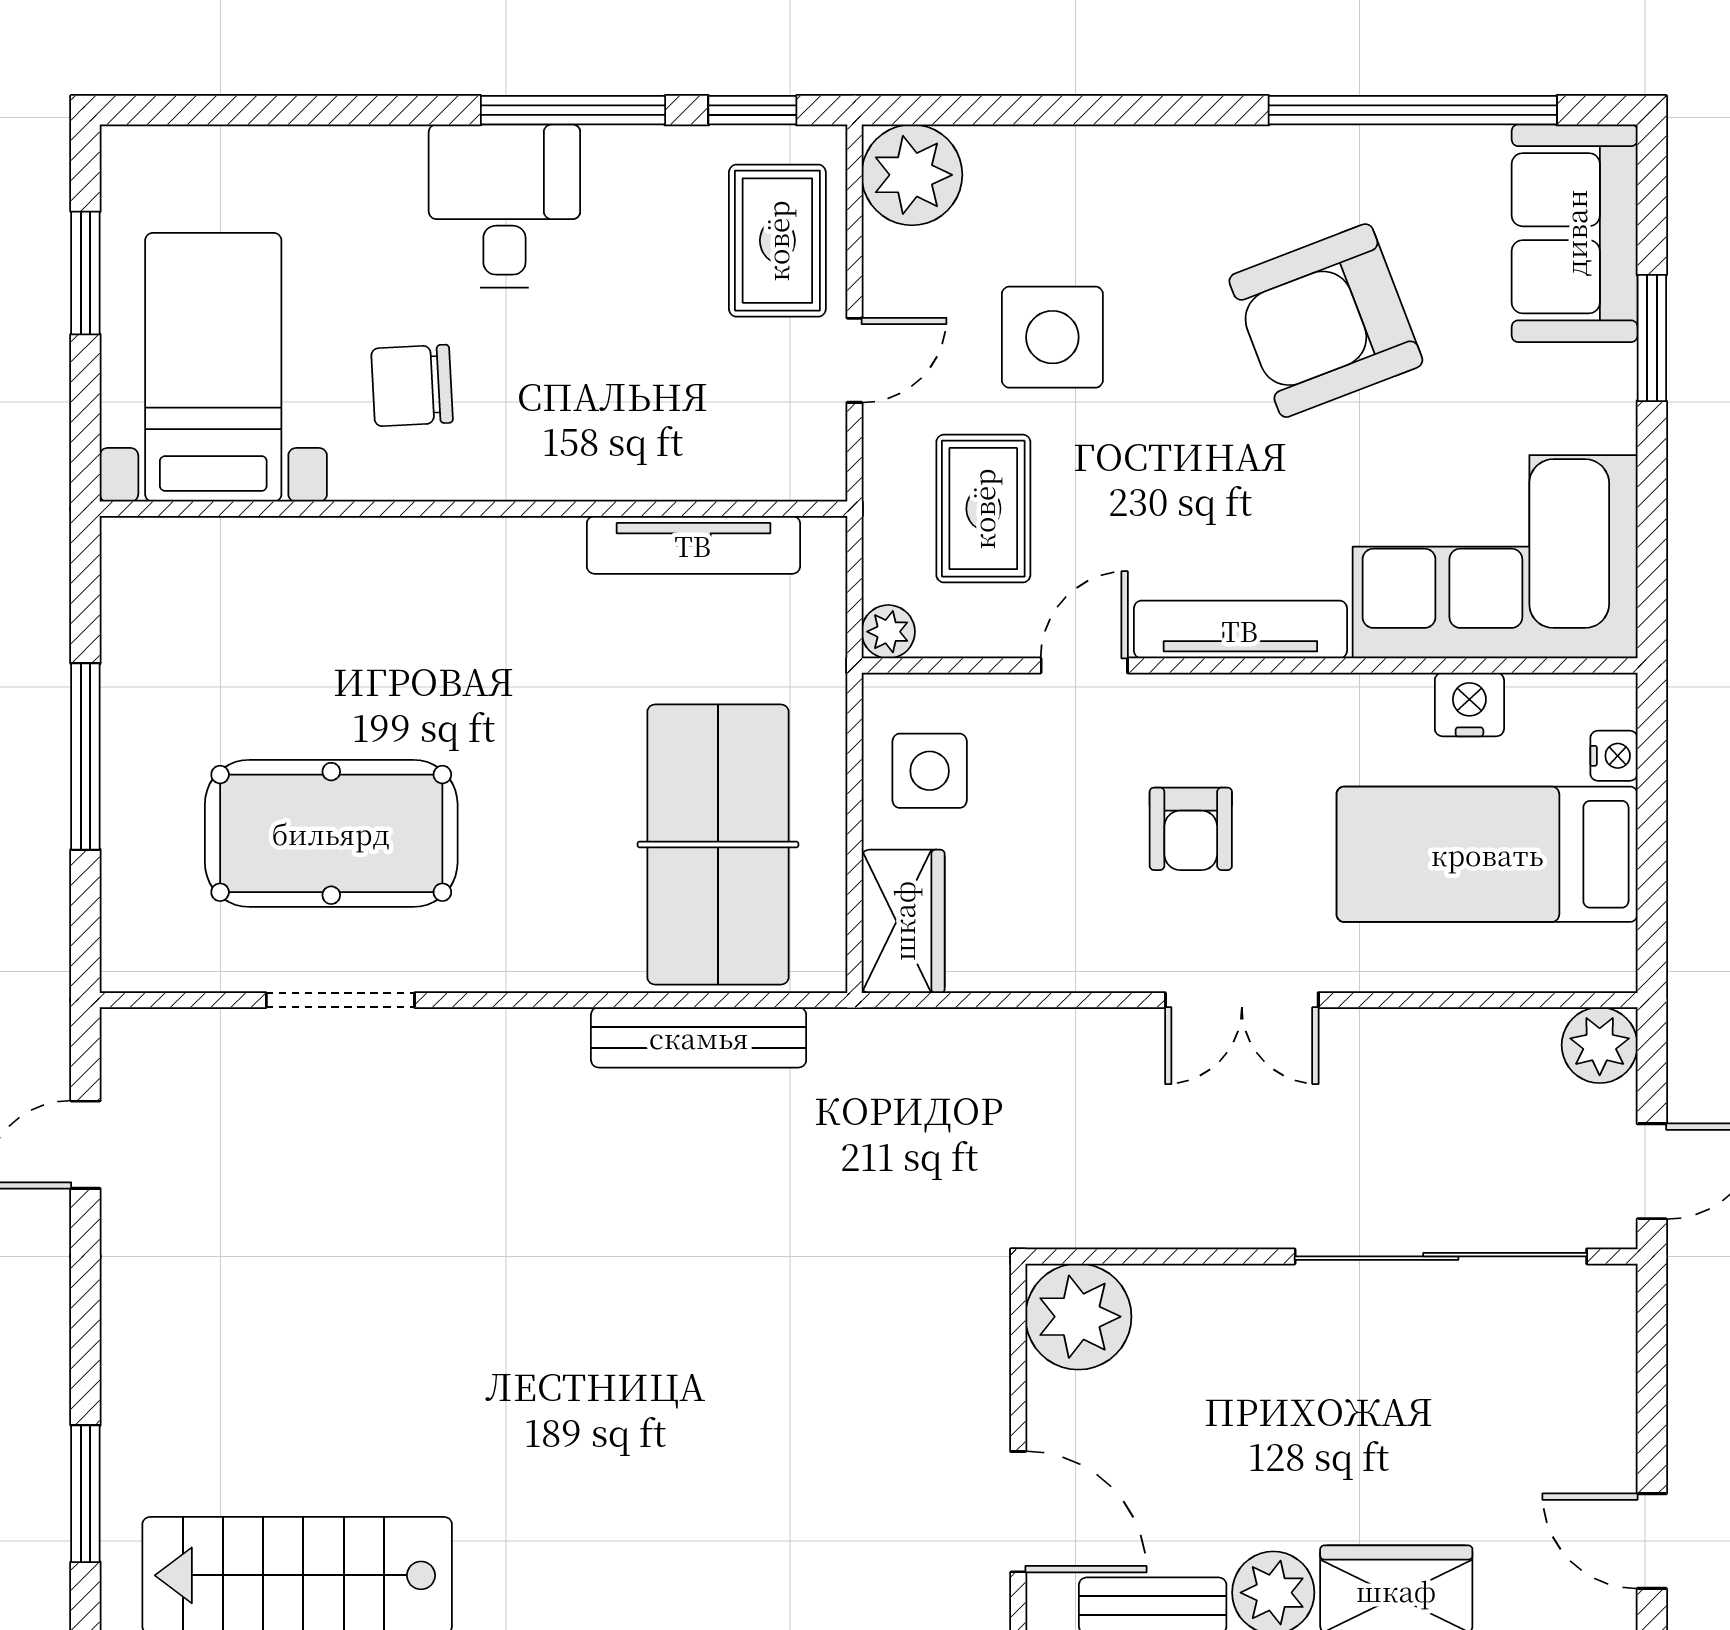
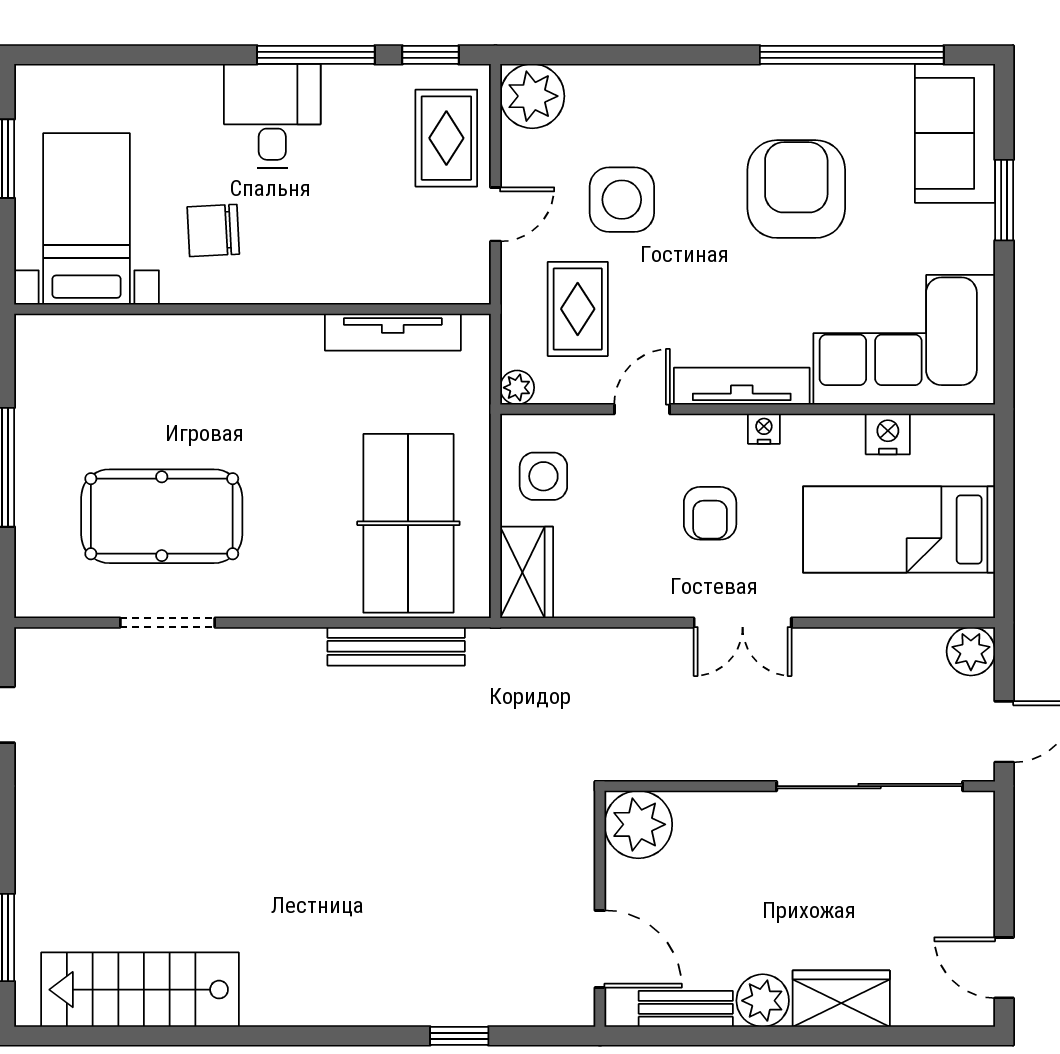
armchair: (1326, 321) -> (796, 189), turned 111
nightstand: (1614, 756) -> (764, 429), moved, turned -90

